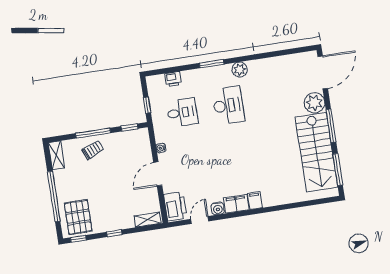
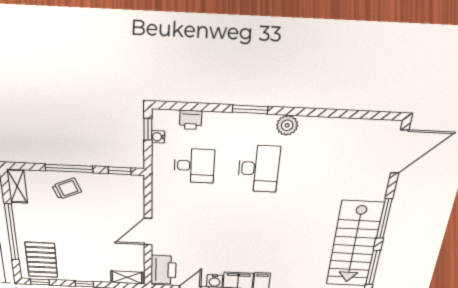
plant: (314, 103) -> (374, 187), removed
window: (147, 105) -> (148, 129), moved
water cooler: (161, 148) -> (158, 137), moved

